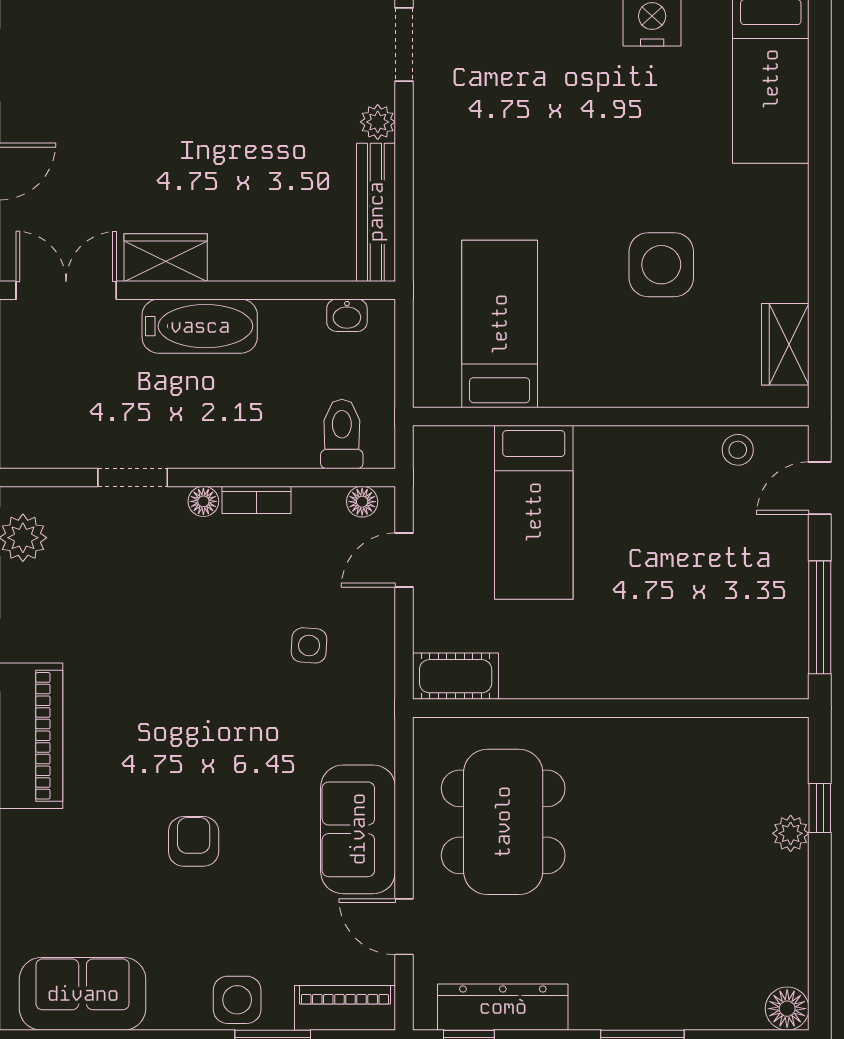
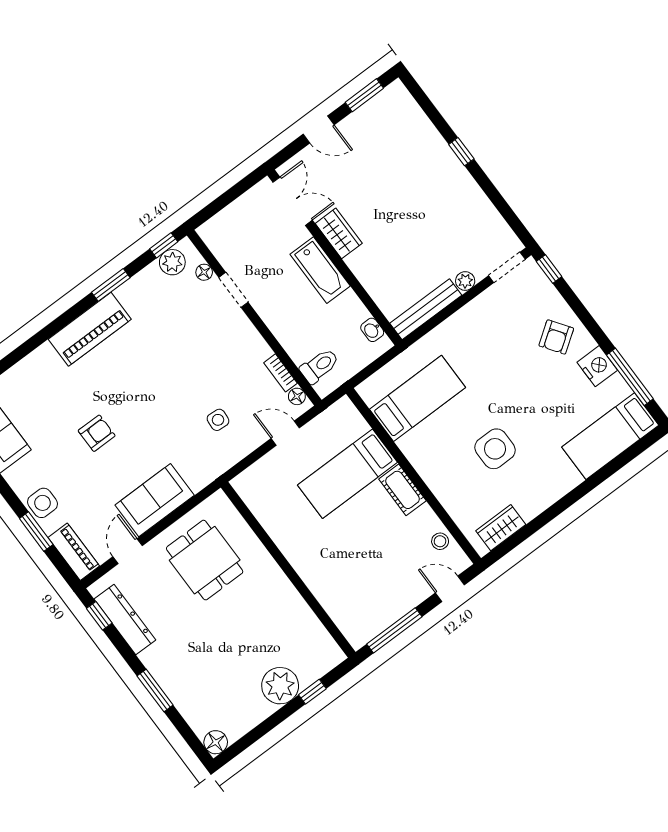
armchair: (563, 49) -> (556, 337), added
bookcase: (256, 500) -> (280, 373), moved
floor lamp: (203, 501) -> (204, 272), moved
cot: (456, 676) -> (402, 490), moved
dining table: (503, 822) -> (205, 560), width x0.73
plant: (791, 833) -> (280, 686), width x1.88, depth x1.88

